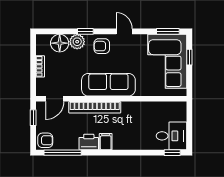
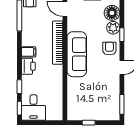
window: (189, 57) -> (89, 123), moved
corner sofa: (167, 61) -> (97, 104), removed
printer: (89, 142) -> (28, 66), moved
window: (147, 153) -> (19, 87), added

